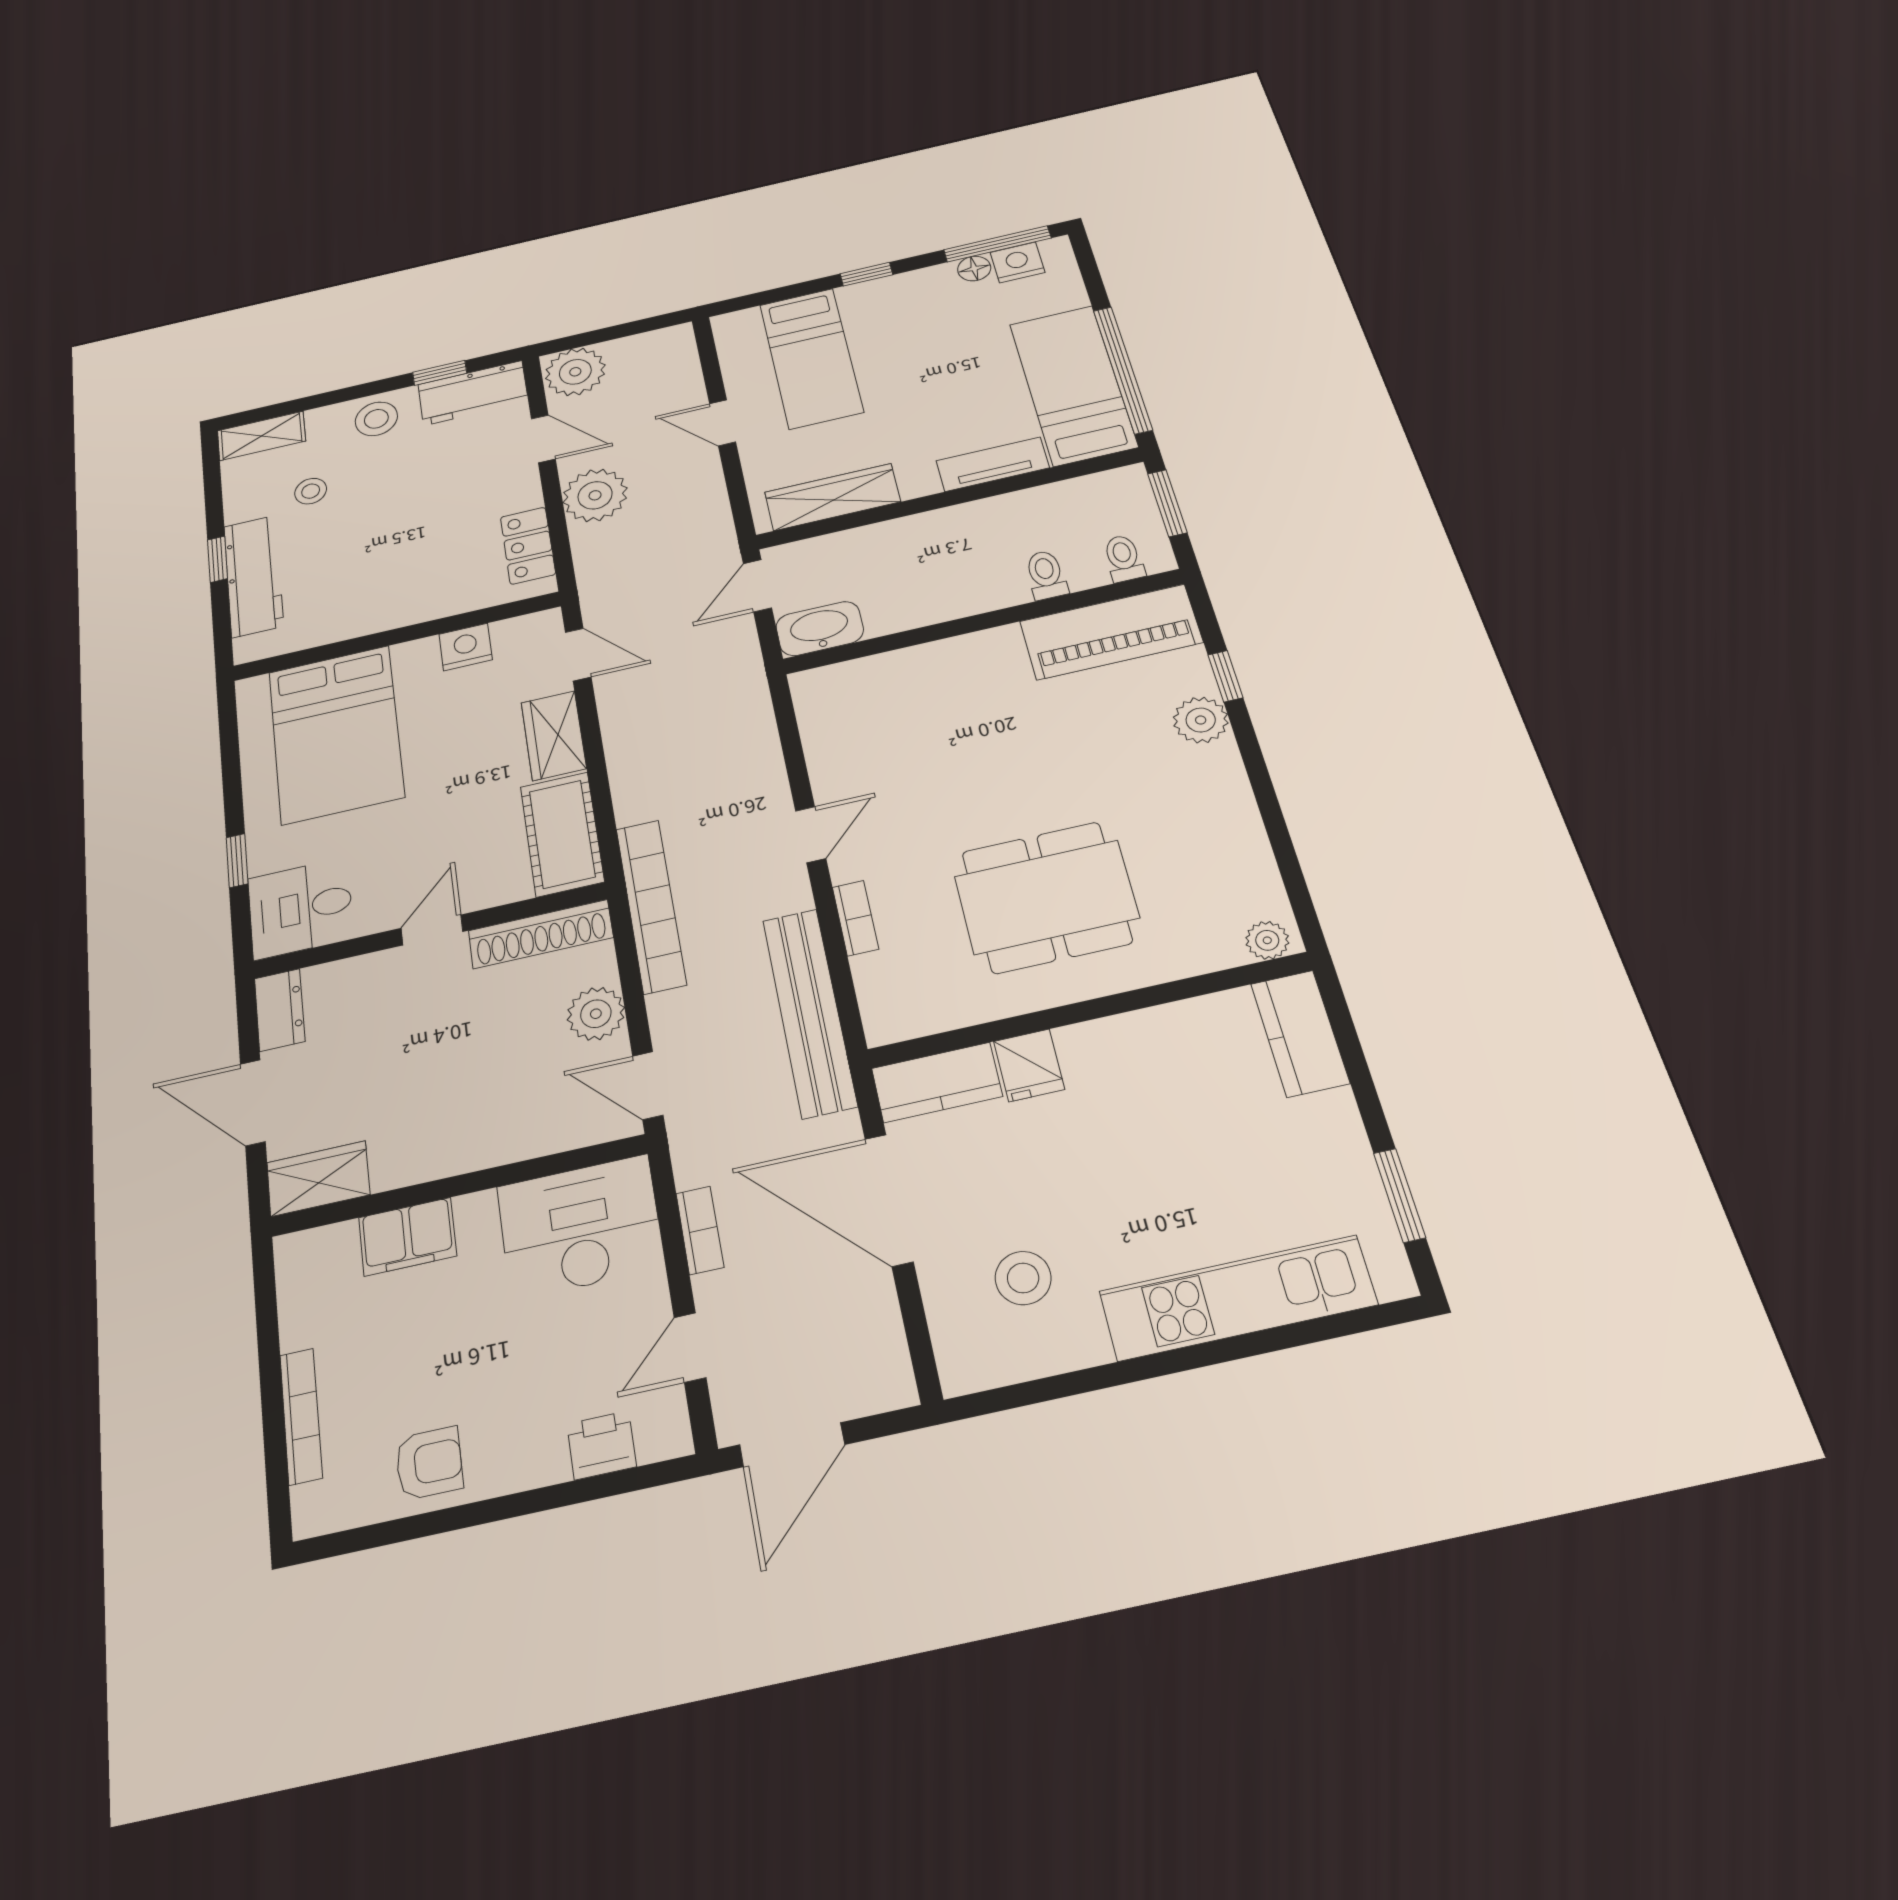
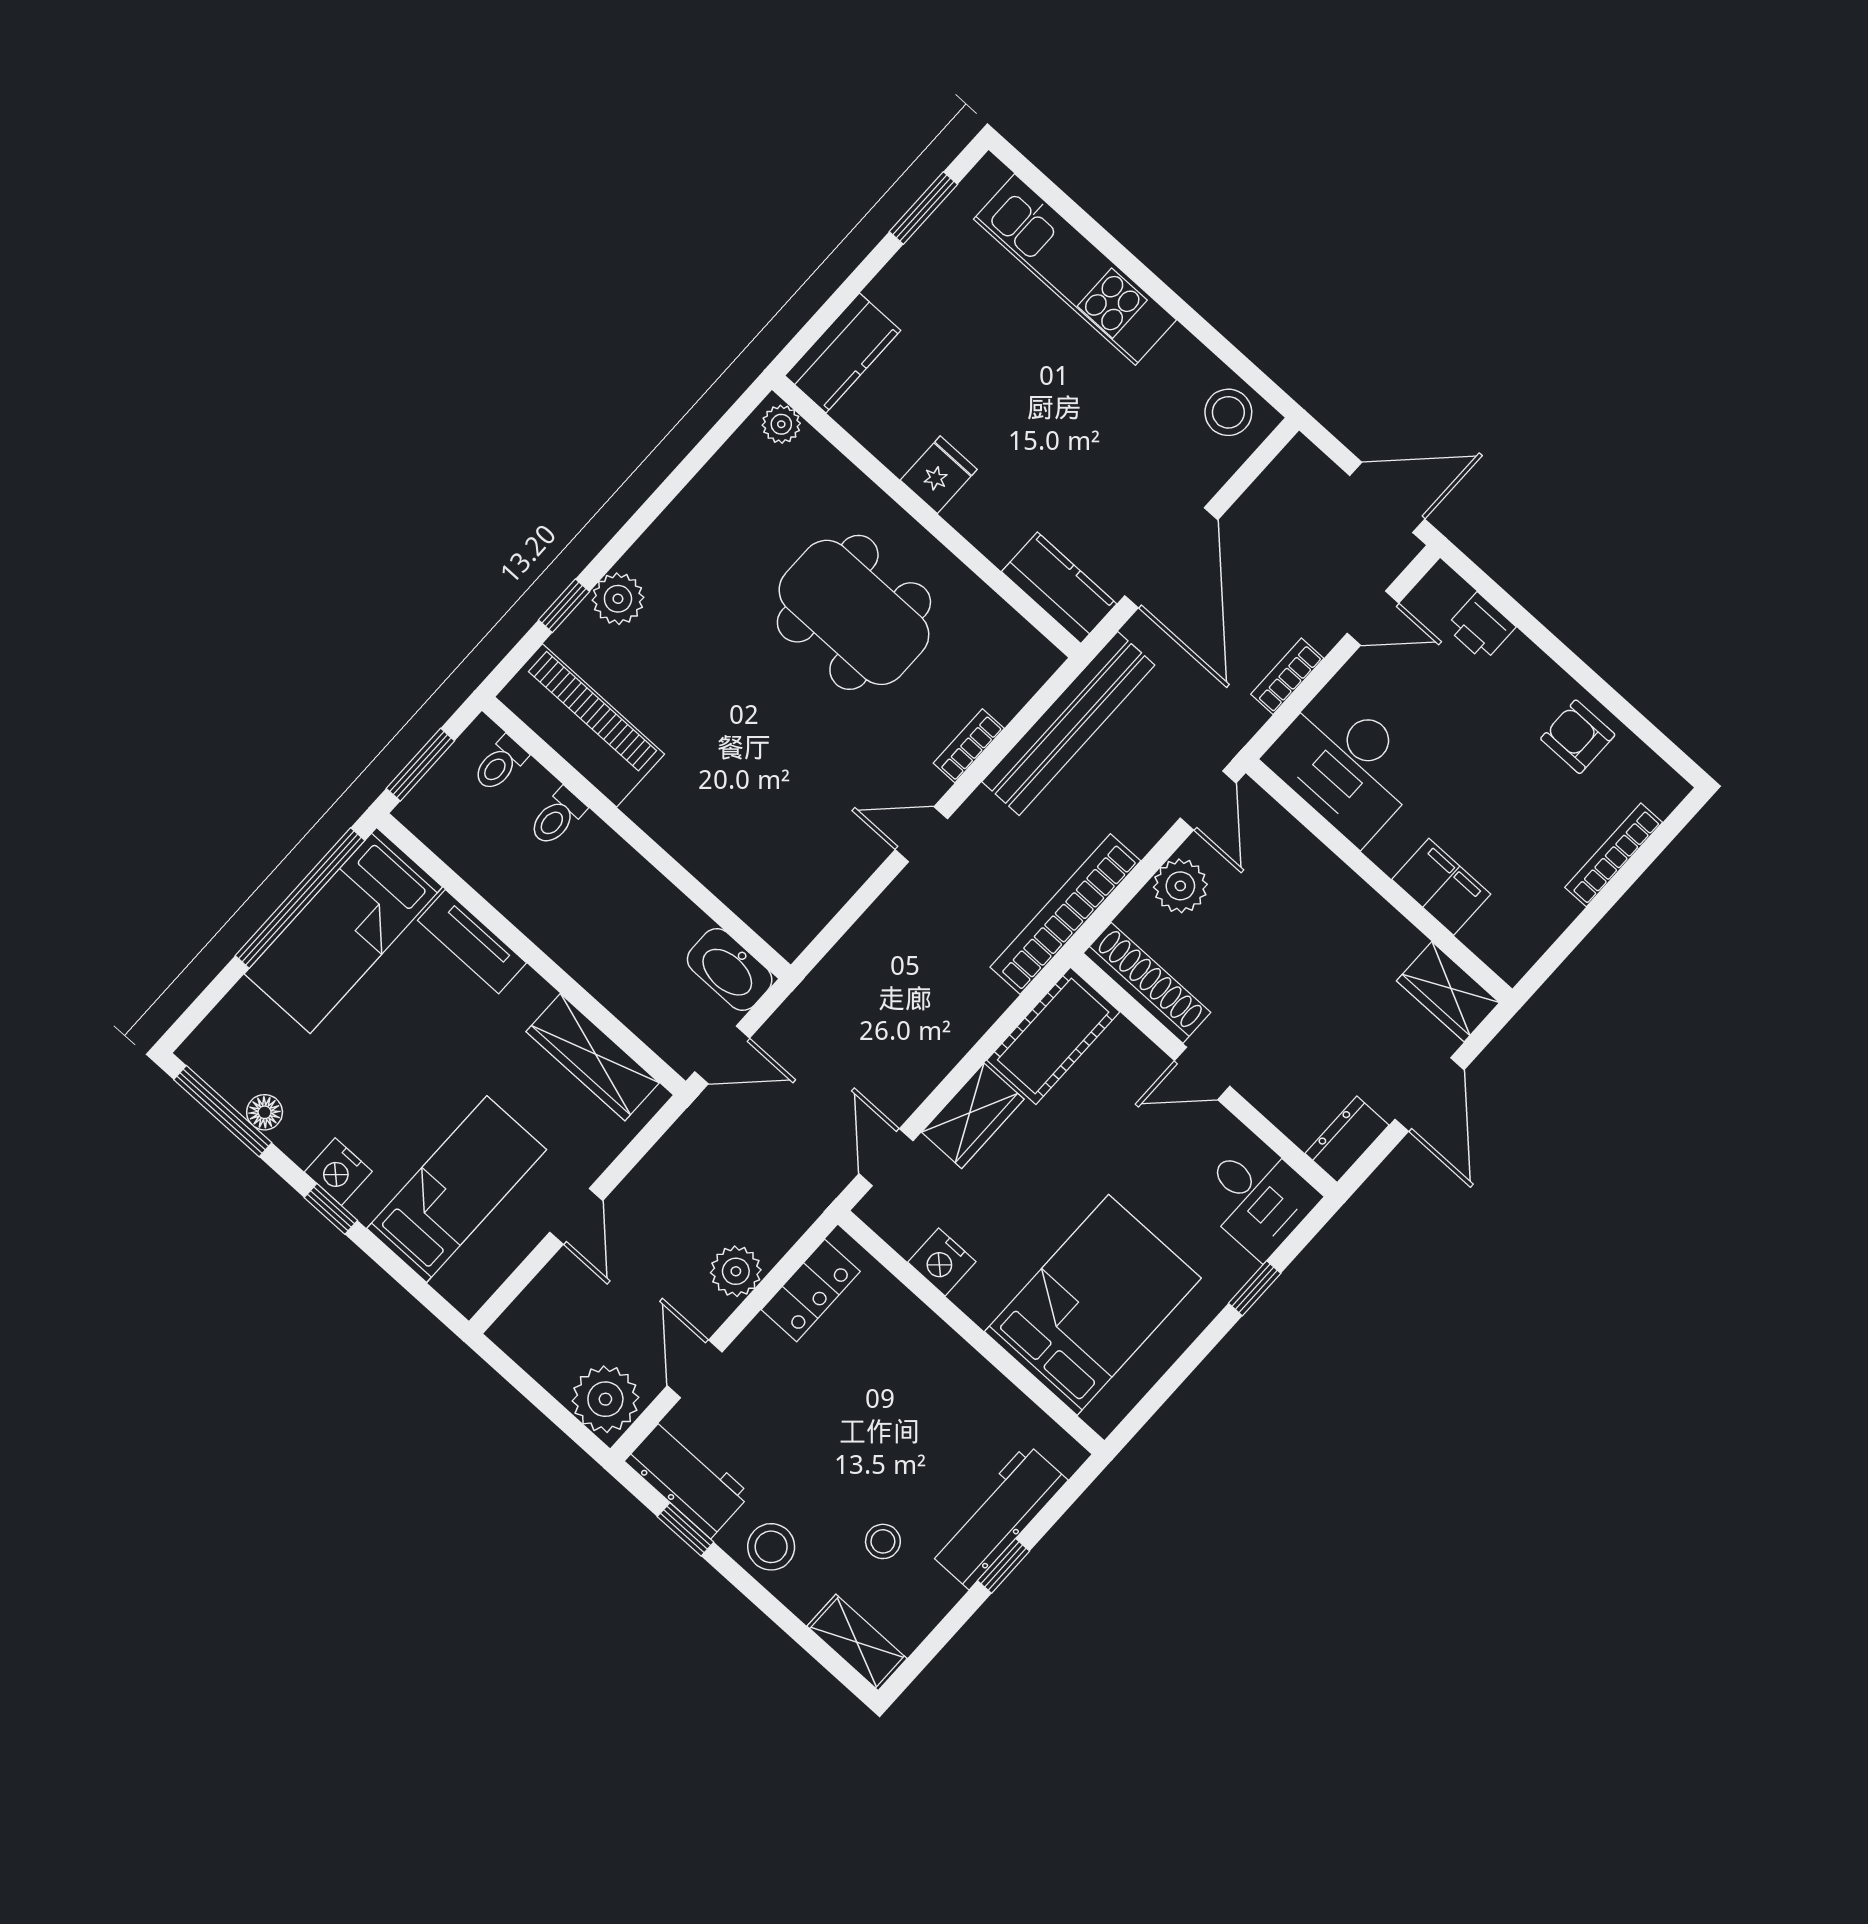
nightstand: (1018, 262) -> (338, 1172), moved
plant: (595, 495) -> (736, 1271), width x0.73, depth x0.73
fridge: (1029, 1065) -> (939, 475), moved
stool: (1023, 1278) -> (1228, 412), moved

